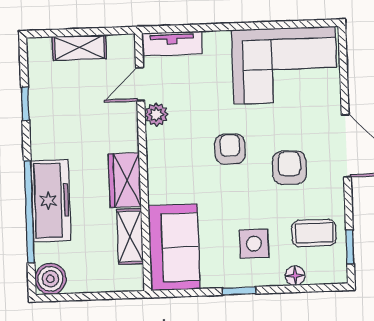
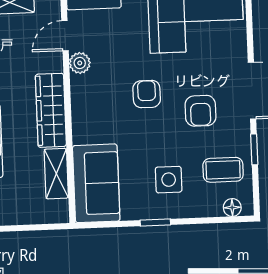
armchair: (289, 168) -> (200, 111), turned 180
wardrobe: (125, 180) -> (51, 110), width x1.50
window: (350, 247) -> (254, 149), moved
floor lamp: (295, 276) -> (232, 208), moved

